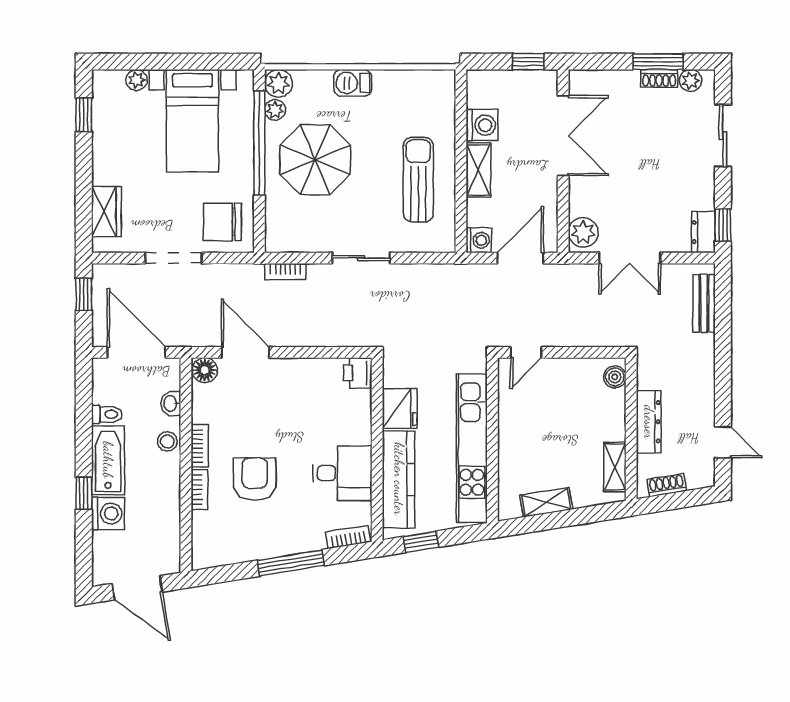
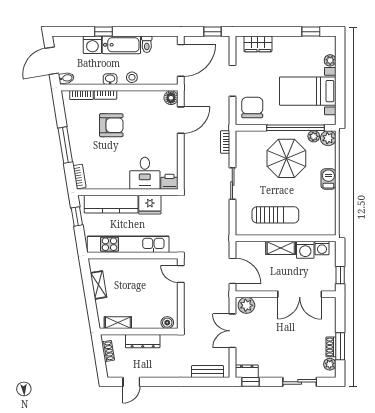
washing machine: (479, 240) -> (322, 248), moved
washbasin: (171, 403) -> (110, 79), moved
bookcase: (200, 446) -> (81, 95), moved
desk: (342, 473) -> (145, 173), moved
bidet: (169, 561) -> (66, 78), added

